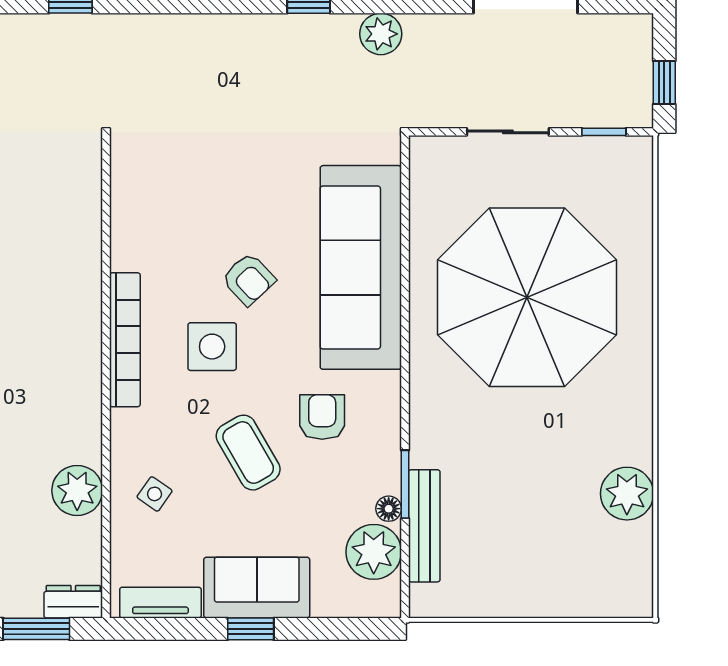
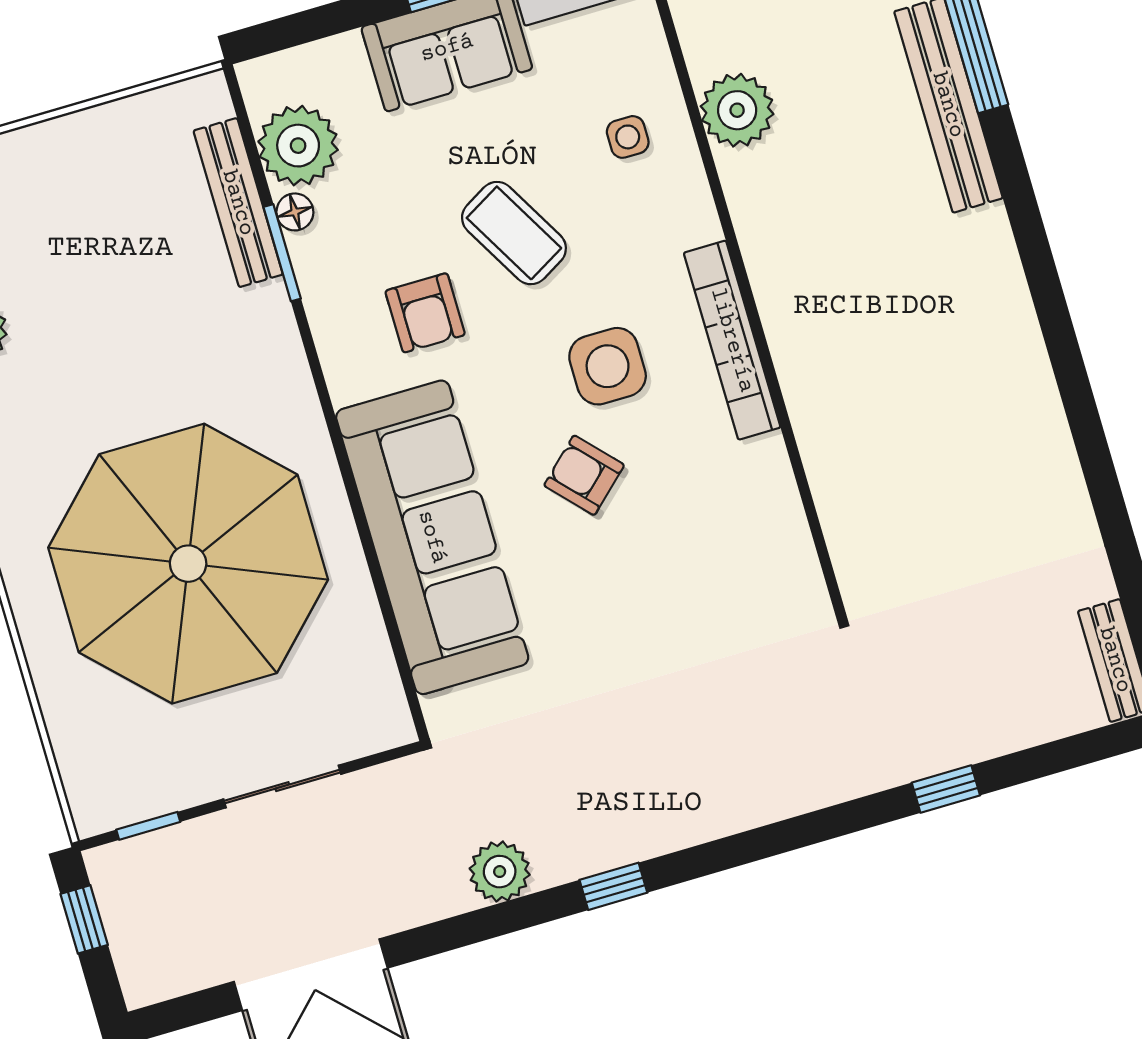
side table: (155, 494) -> (628, 137), turned -35

